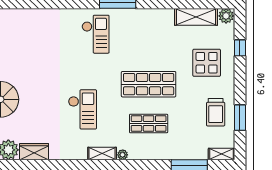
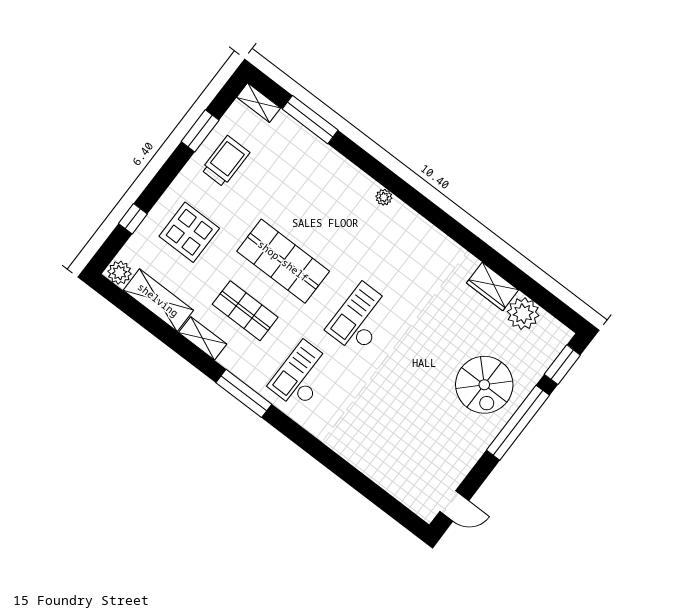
checkout: (82, 109) -> (361, 319), moved
shop shelf: (149, 123) -> (245, 311), moved
shelving: (102, 154) -> (203, 338), moved

